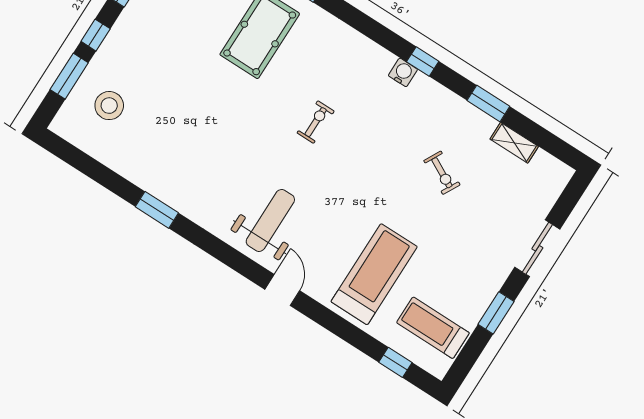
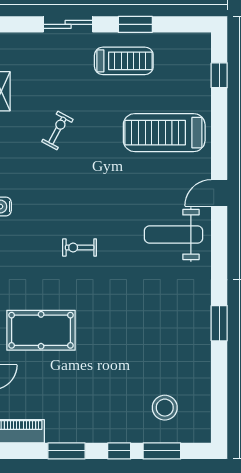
treadmill: (433, 328) -> (124, 61), moved, turned -90

